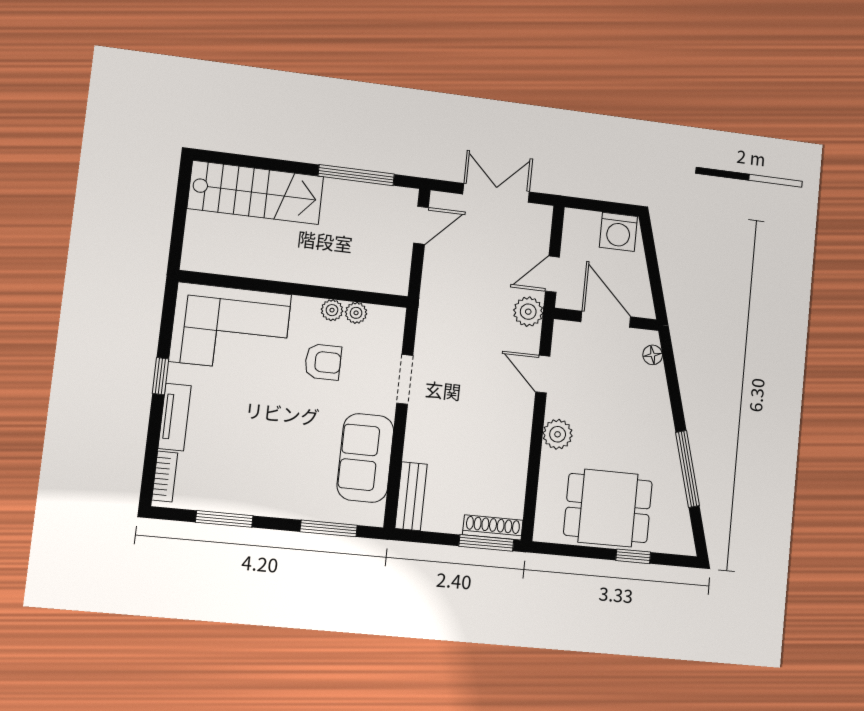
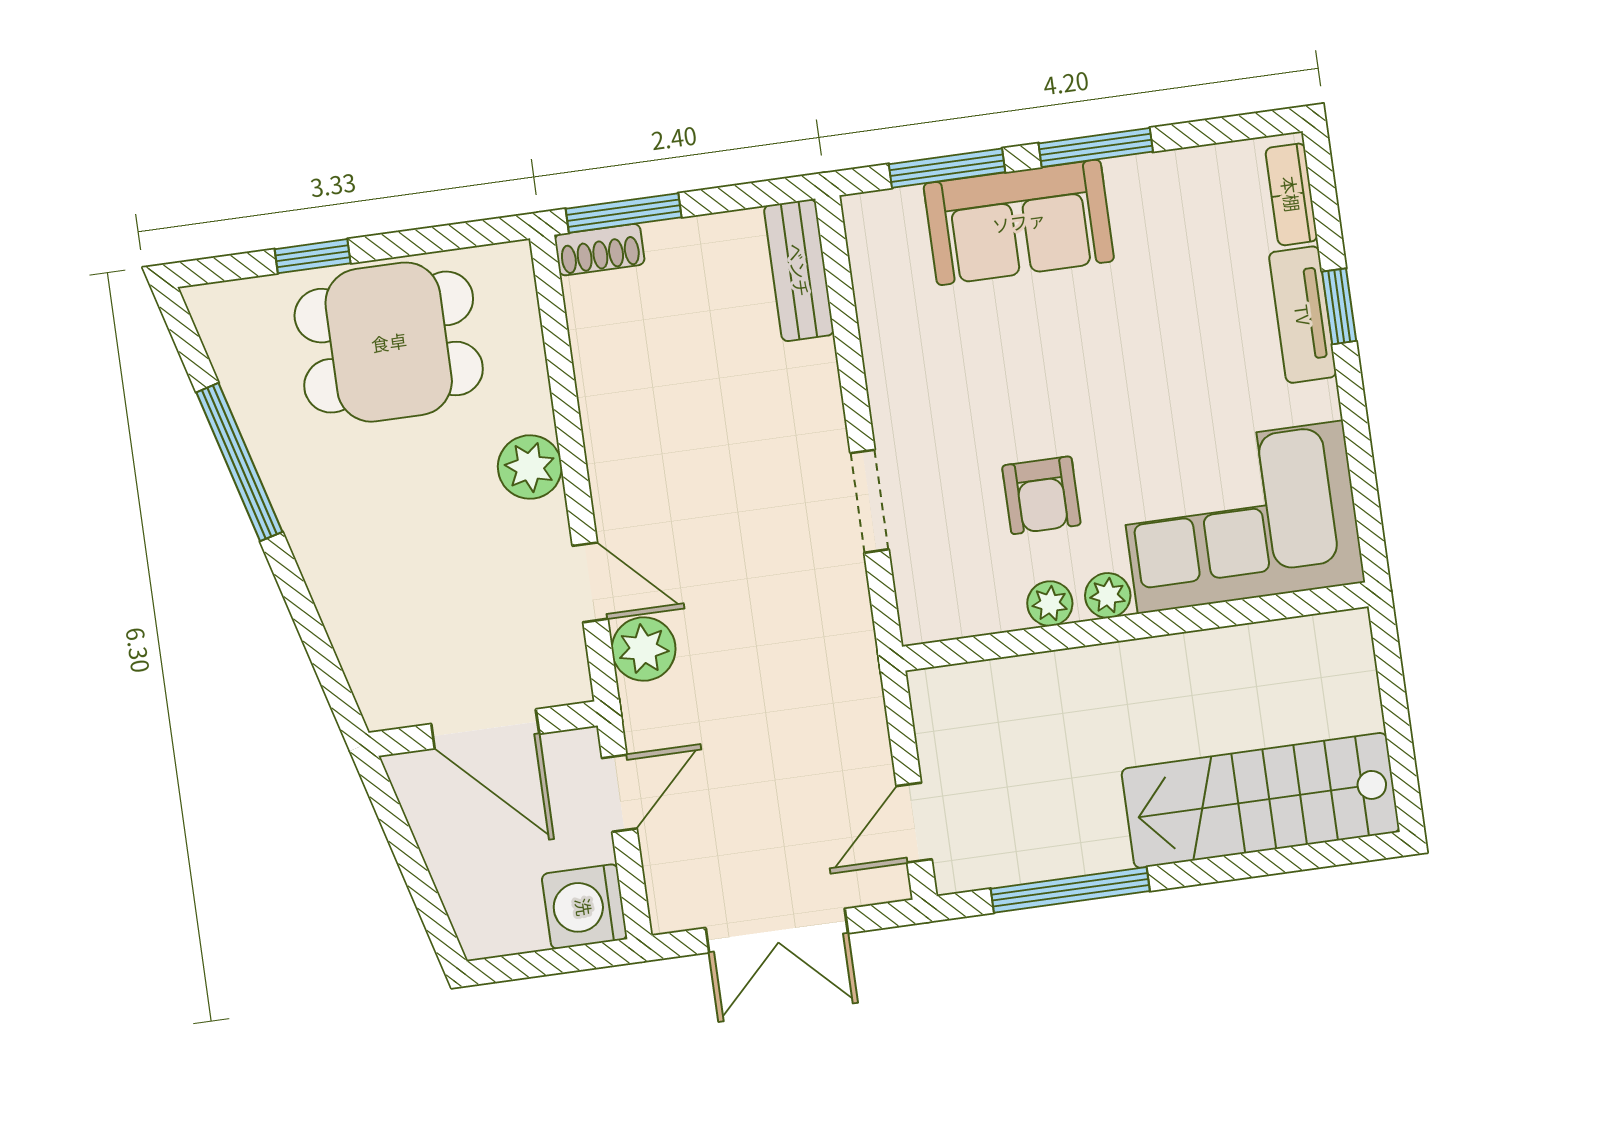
washing machine: (618, 232) -> (584, 907), moved, turned -90
plant: (528, 312) -> (644, 649), moved
plant: (356, 313) -> (1108, 595), moved
floor lamp: (653, 355) -> (369, 680), removed
armchair: (323, 362) -> (1041, 495), turned -90
window: (161, 376) -> (1339, 306), moved
sofa: (365, 458) -> (1019, 222), moved, turned 90
window: (224, 519) -> (1096, 148), moved
shoe rack: (493, 527) -> (600, 250), width x0.70

